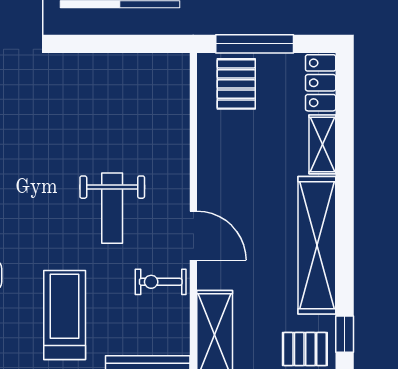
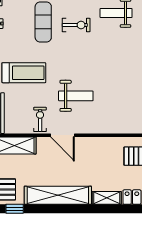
weight bench: (112, 208) -> (76, 96), turned 180
door: (193, 236) -> (62, 135), hinge flipped

